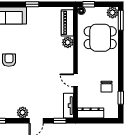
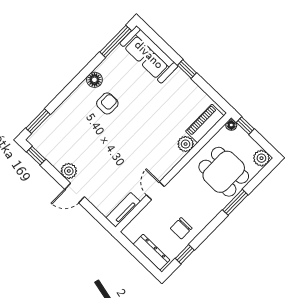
window: (121, 20) -> (235, 202), moved
dresser: (91, 113) -> (151, 252), moved
window: (60, 121) -> (99, 217), removed

